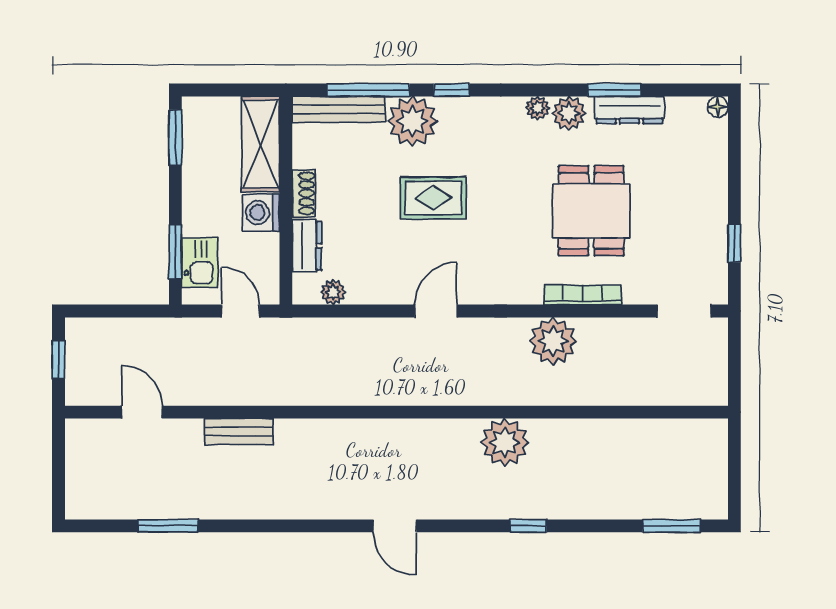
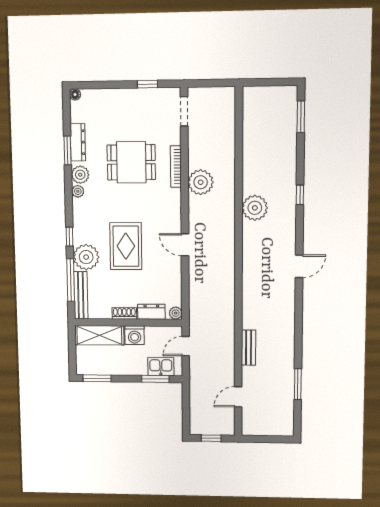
rug: (433, 198) -> (126, 246), width x1.36, depth x1.43
plant: (333, 292) -> (176, 313), moved

